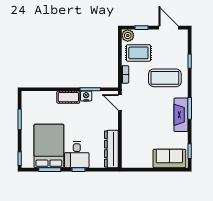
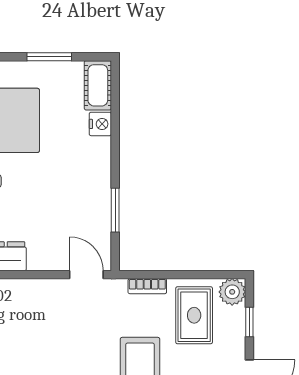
nightstand: (86, 96) -> (100, 124), moved
cot: (68, 97) -> (98, 85), moved
door: (120, 102) -> (86, 275), hinge flipped

